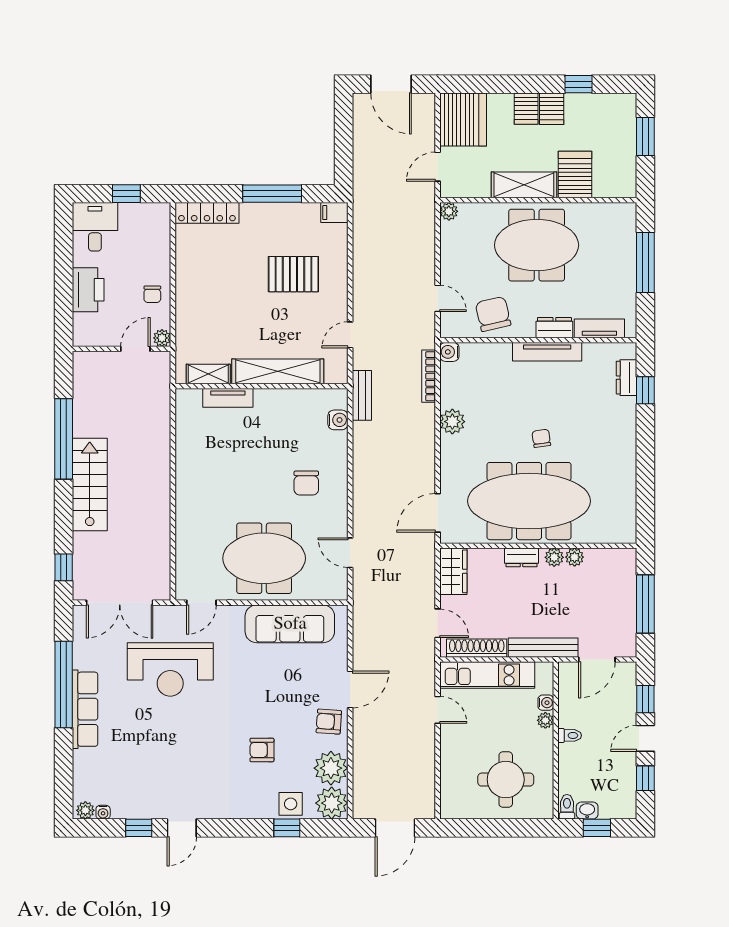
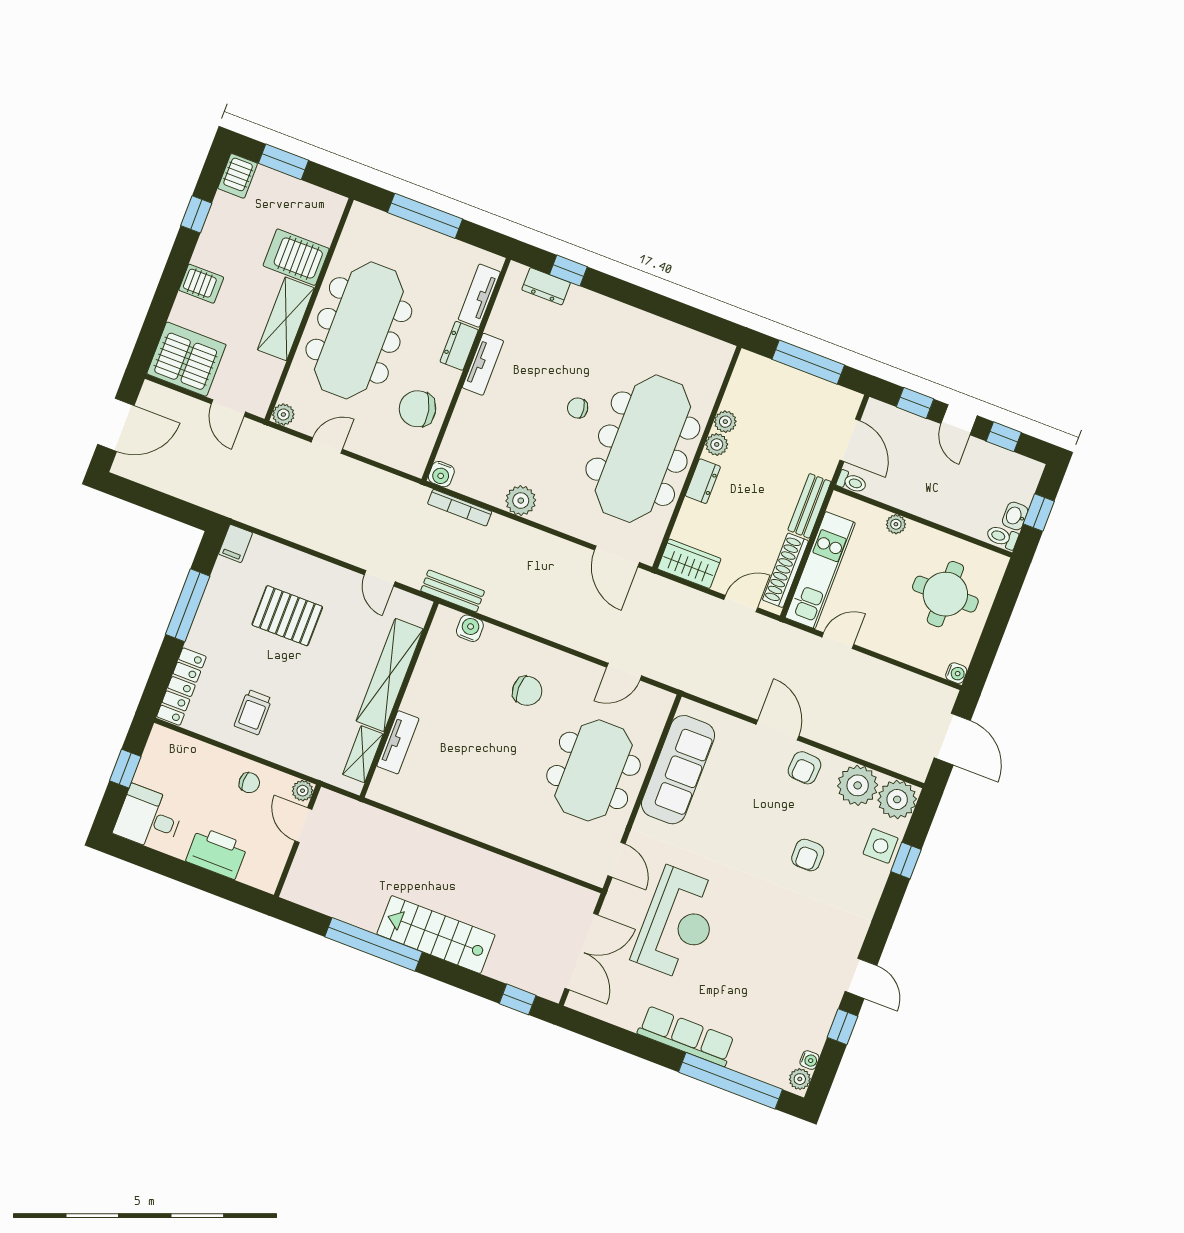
server rack: (552, 109) -> (238, 176), moved, turned 90
meeting table: (537, 245) -> (359, 330), width x1.36
pallet: (293, 274) -> (287, 616), turned 90
trolley: (208, 276) -> (253, 712), added
door: (438, 298) -> (327, 446), moved
tv unit: (547, 352) -> (483, 364), width x0.71
bench: (543, 648) -> (809, 506), width x0.73
window: (64, 684) -> (731, 1081), moved
water cooler: (546, 703) -> (956, 673), moved, turned 90
toilet: (570, 735) -> (852, 482), moved, turned 90

